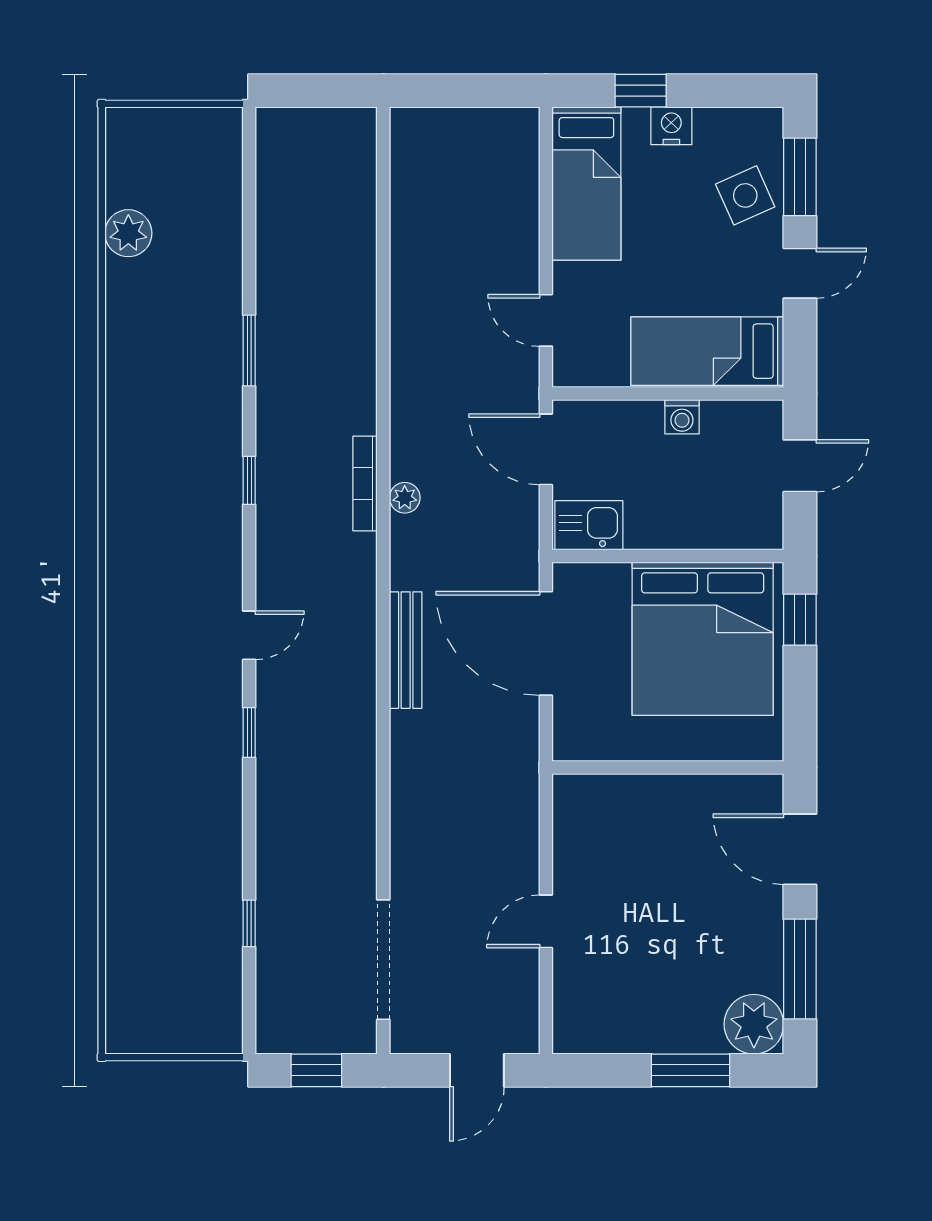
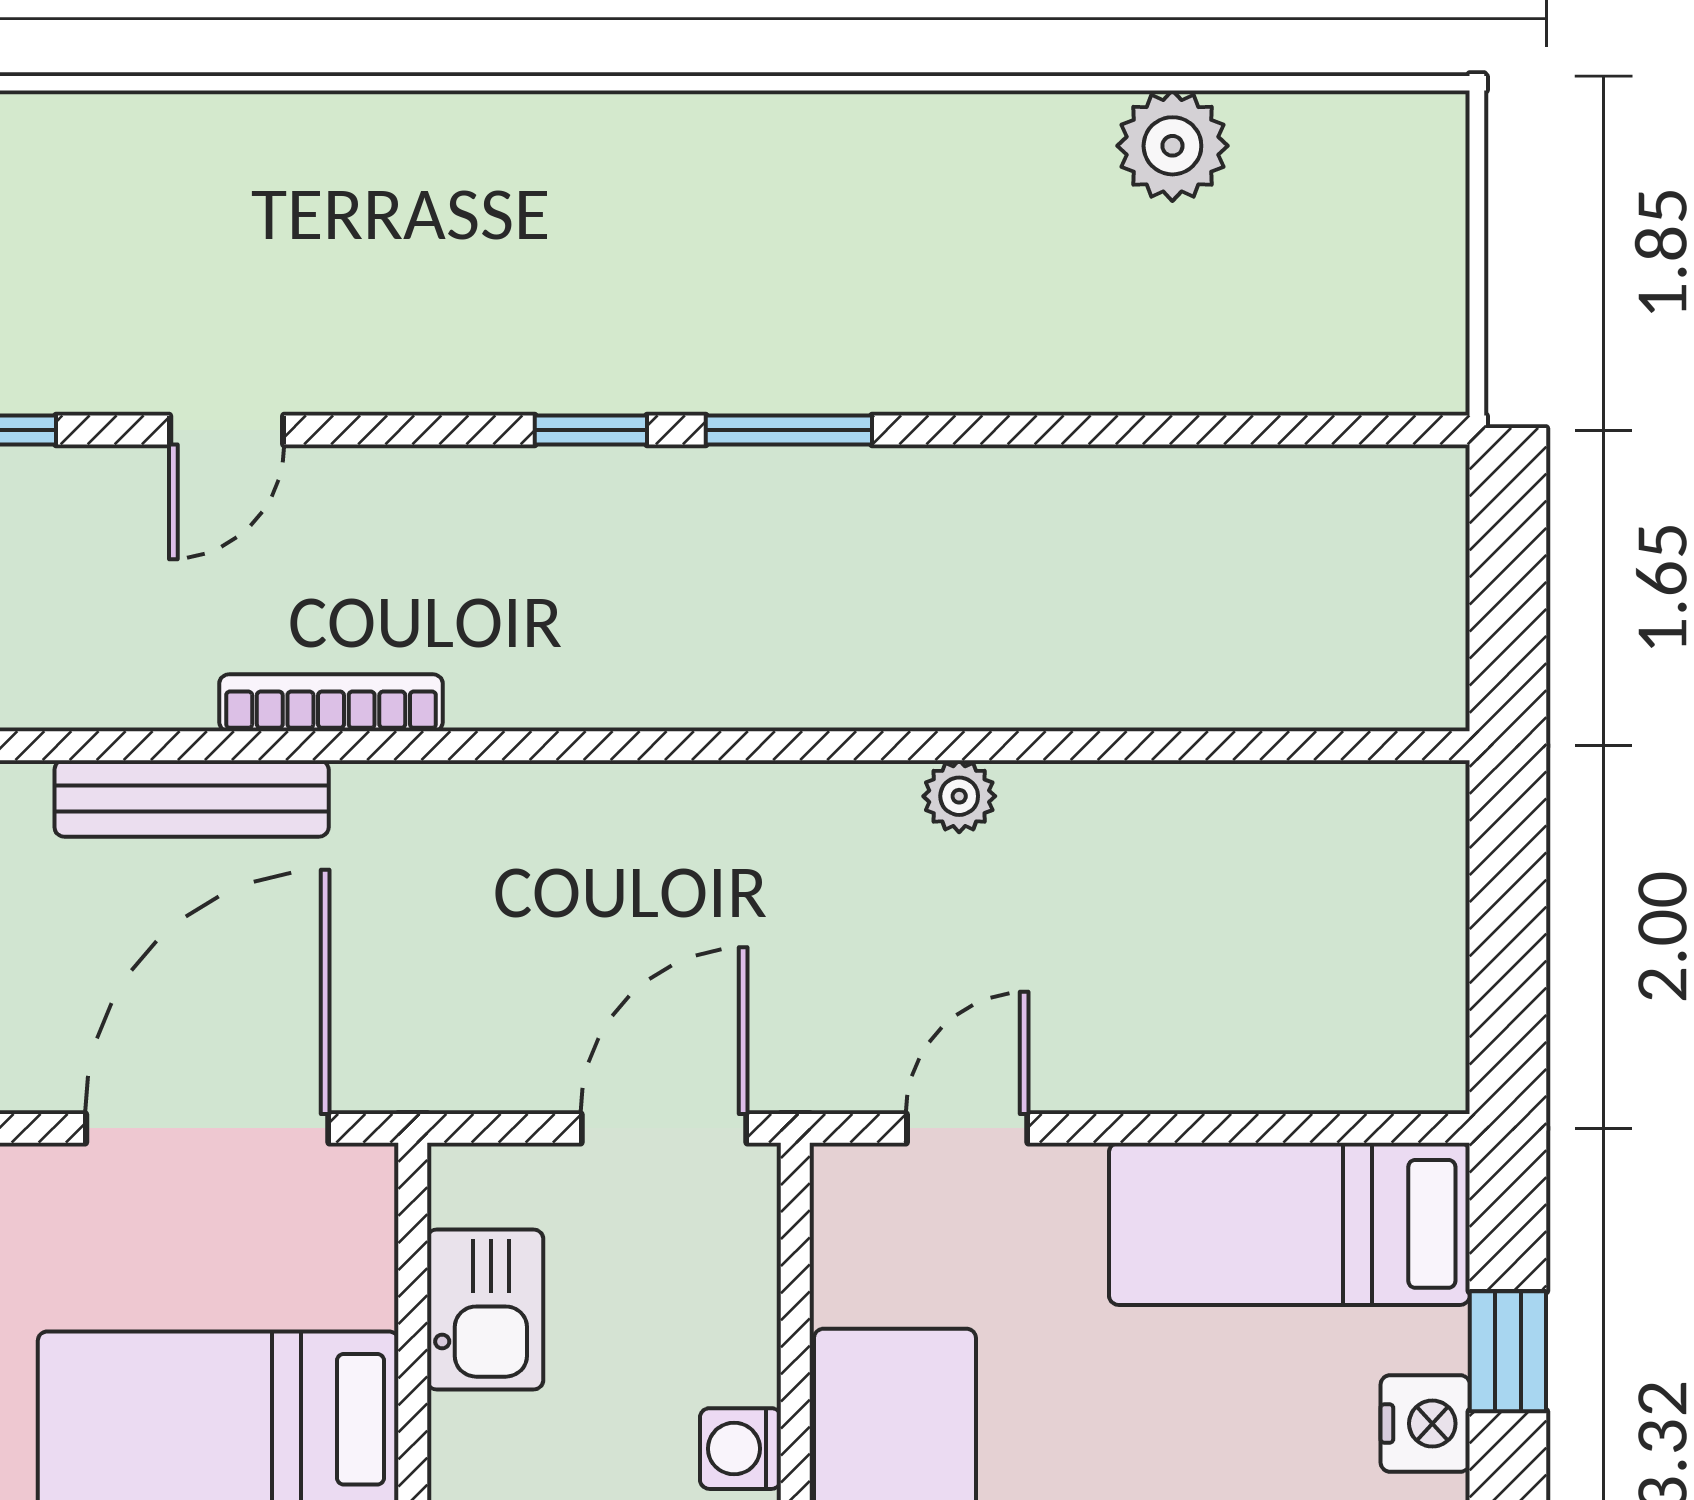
window: (249, 350) -> (789, 430), moved
bookcase: (365, 483) -> (331, 703), moved
plant: (405, 498) -> (959, 796), moved
kitchen sink: (589, 525) -> (485, 1309), moved
door: (249, 635) -> (227, 430), hinge flipped

